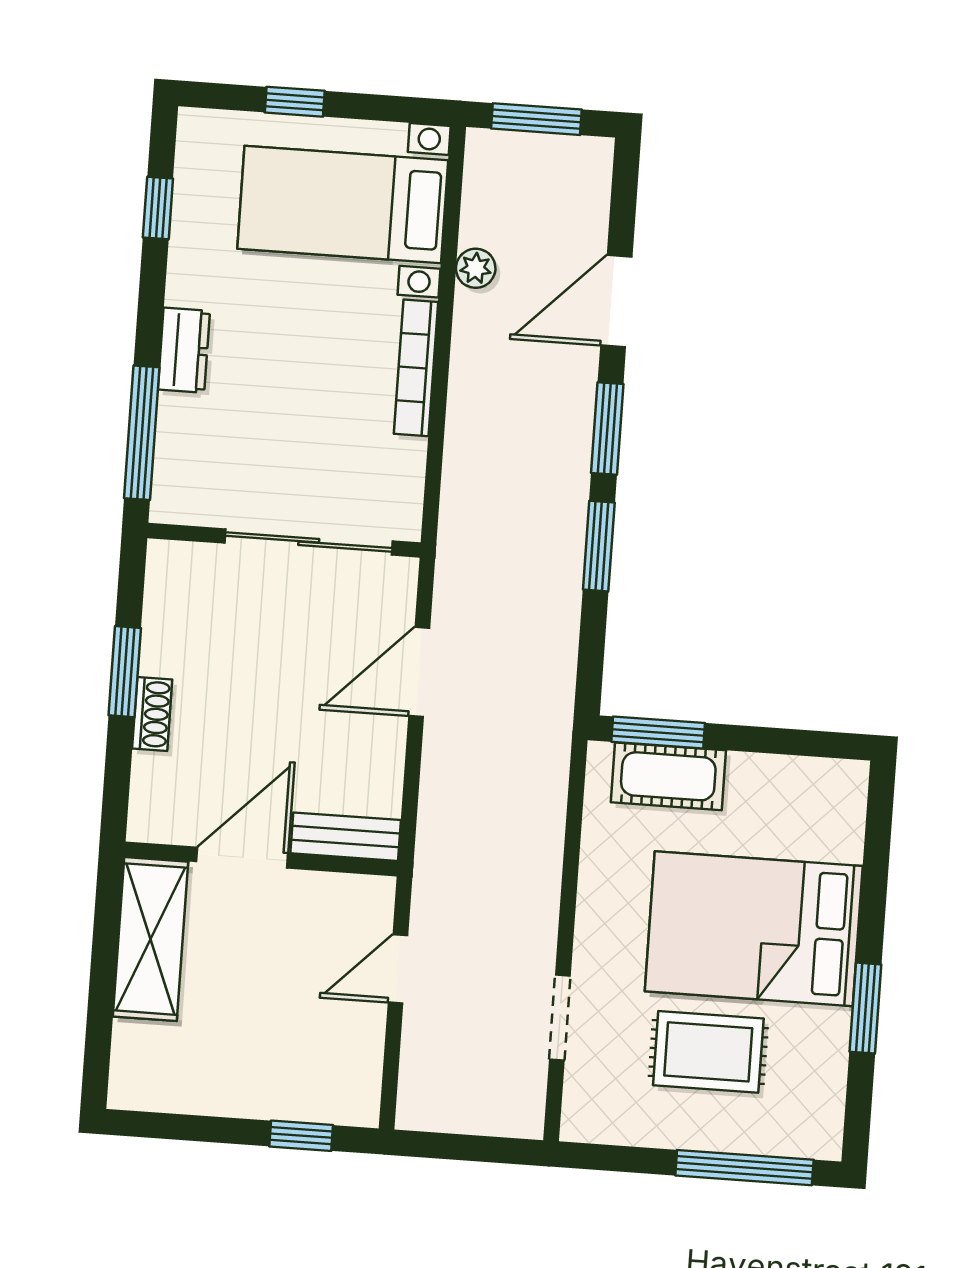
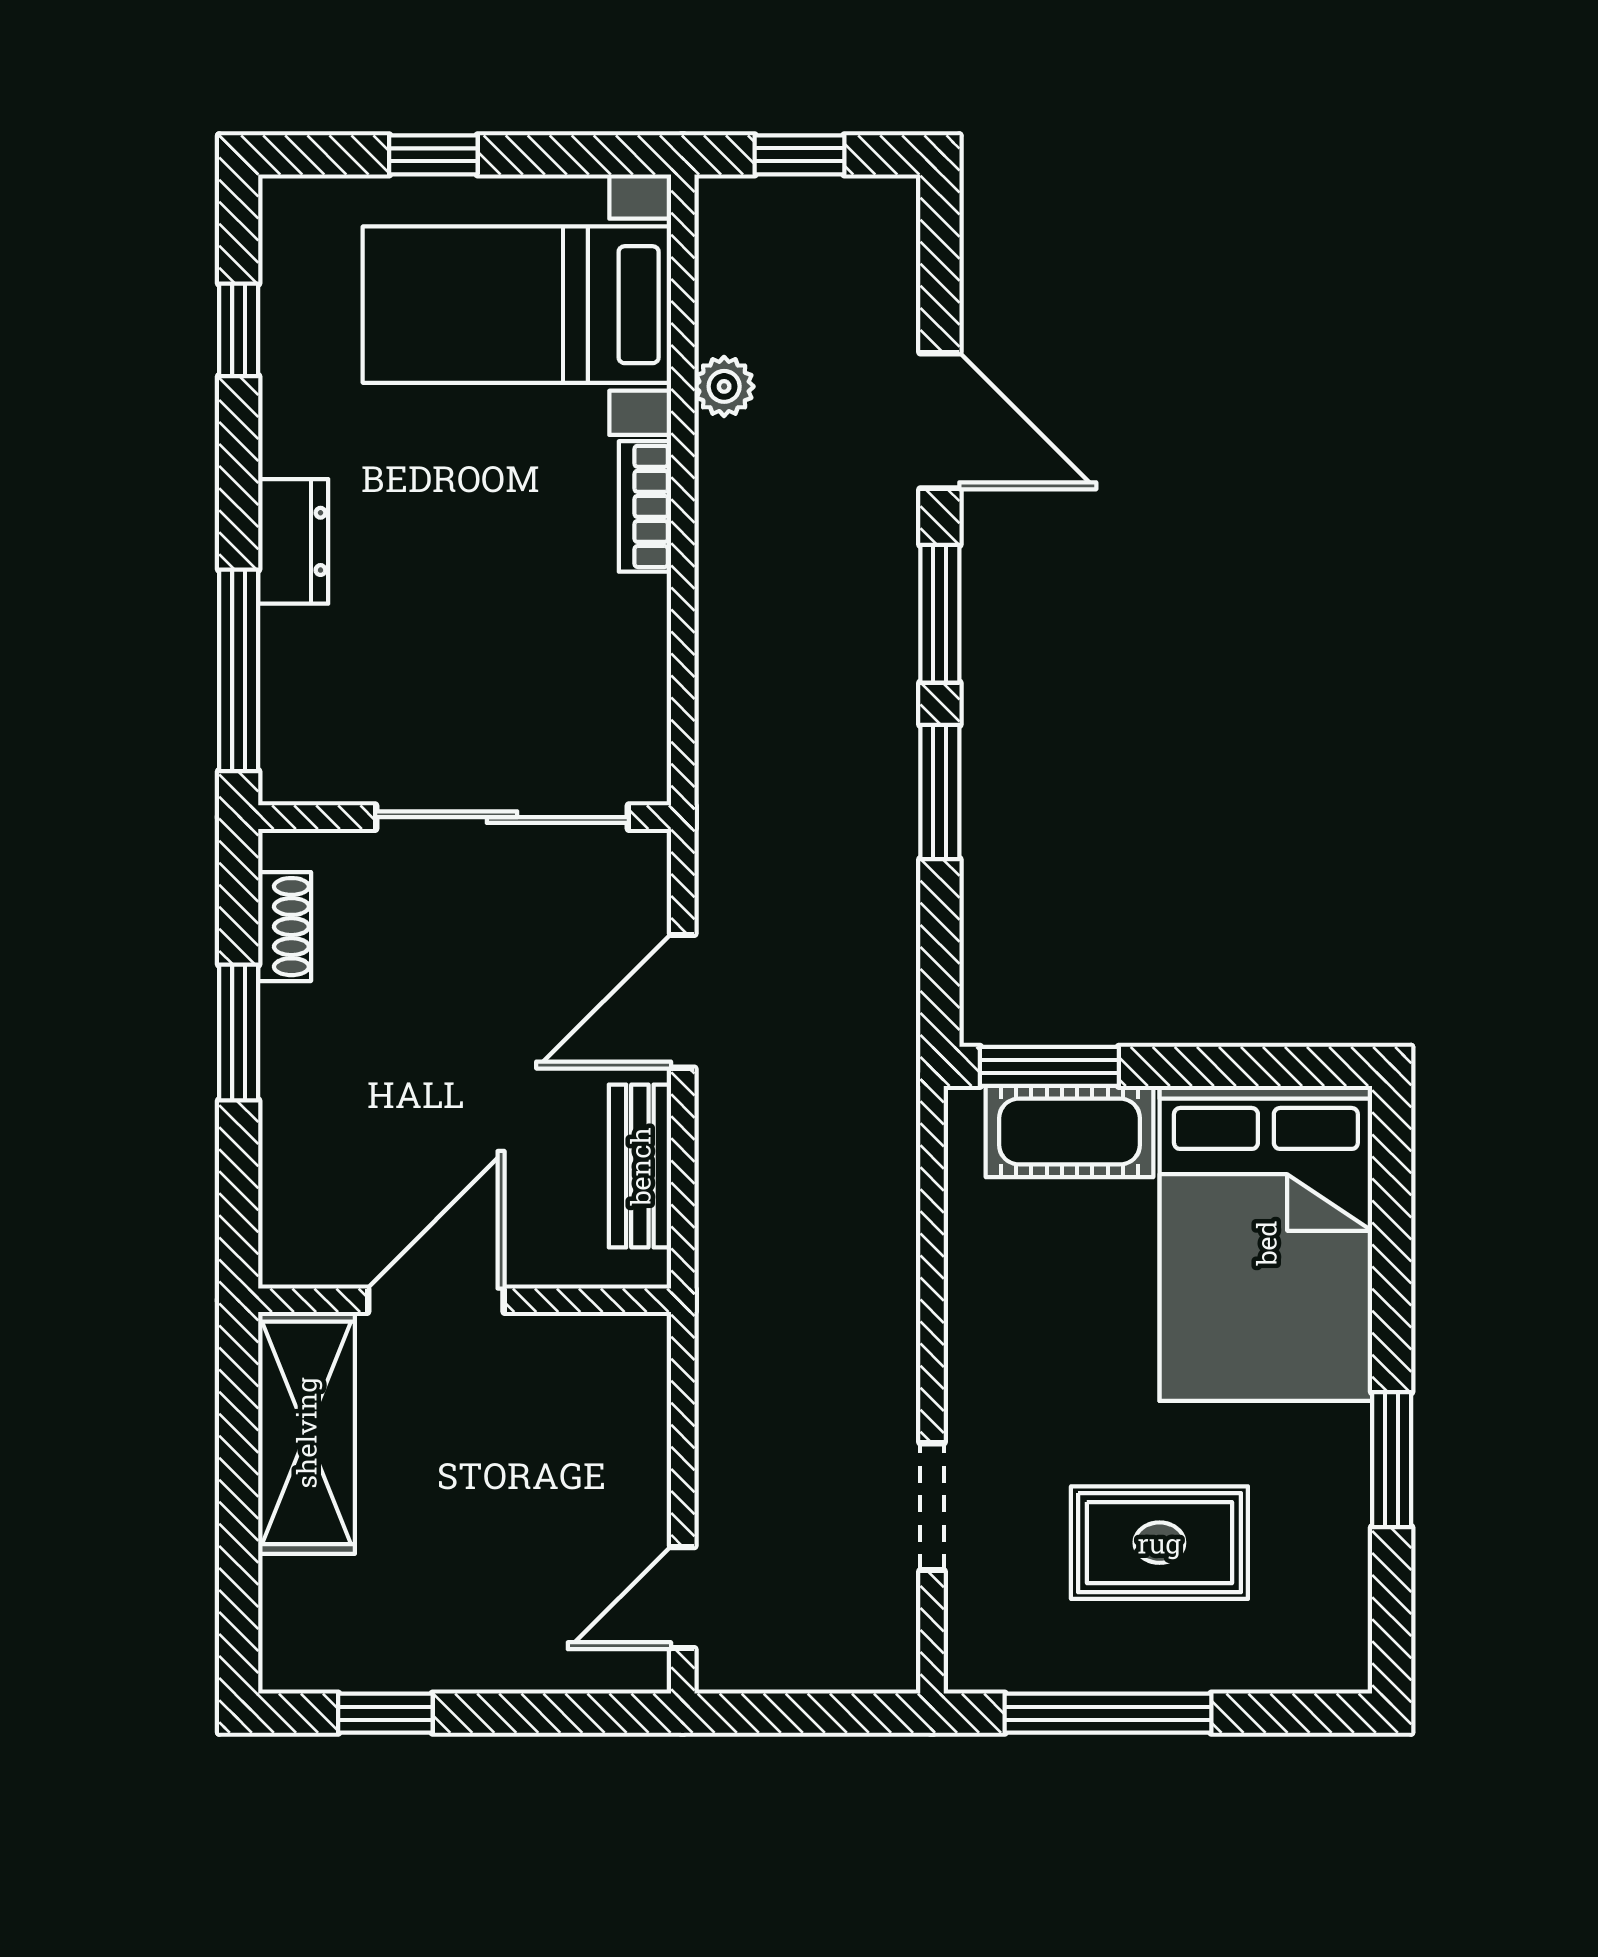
window: (536, 119) -> (799, 155), width x0.67
door: (616, 301) -> (940, 421), swing flipped
bookcase: (416, 368) -> (645, 506), width x0.64
shoe rack: (152, 714) -> (285, 927), moved
bench: (346, 837) -> (640, 1166), moved, turned 90
bed: (754, 929) -> (1266, 1243), moved, turned -90
door: (398, 969) -> (683, 1598), moved
window: (301, 1136) -> (385, 1713), moved
window: (744, 1168) -> (1108, 1713), moved

